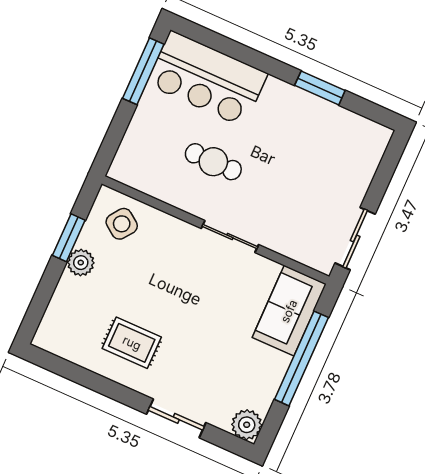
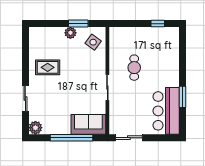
window: (143, 71) -> (158, 24), width x0.46
bar counter: (207, 79) -> (166, 111), moved
rug: (132, 343) -> (48, 67), turned 90

